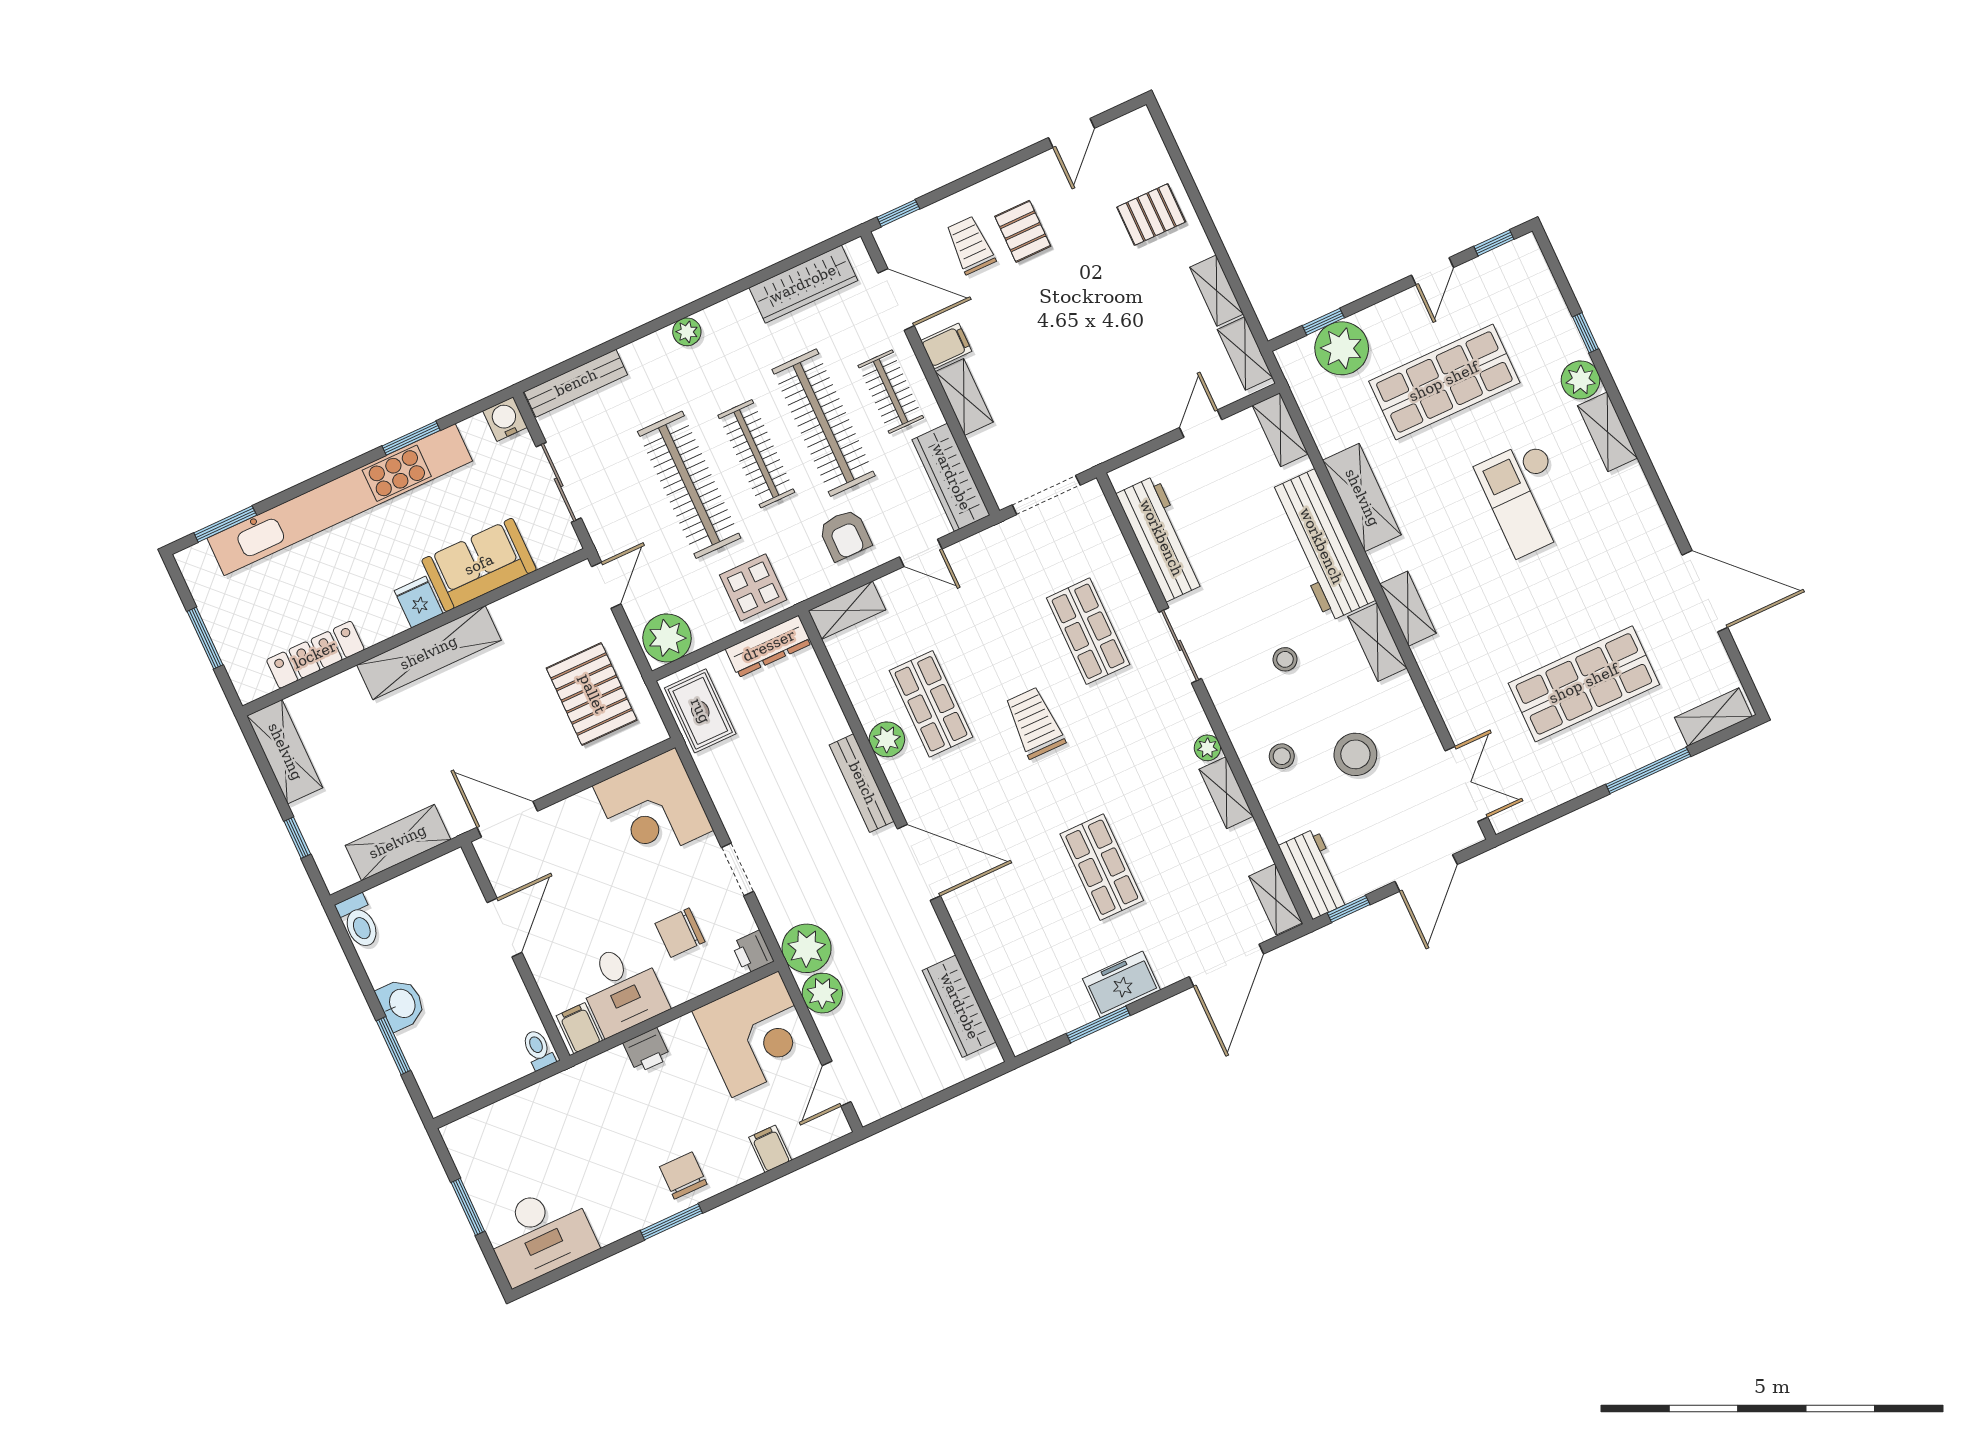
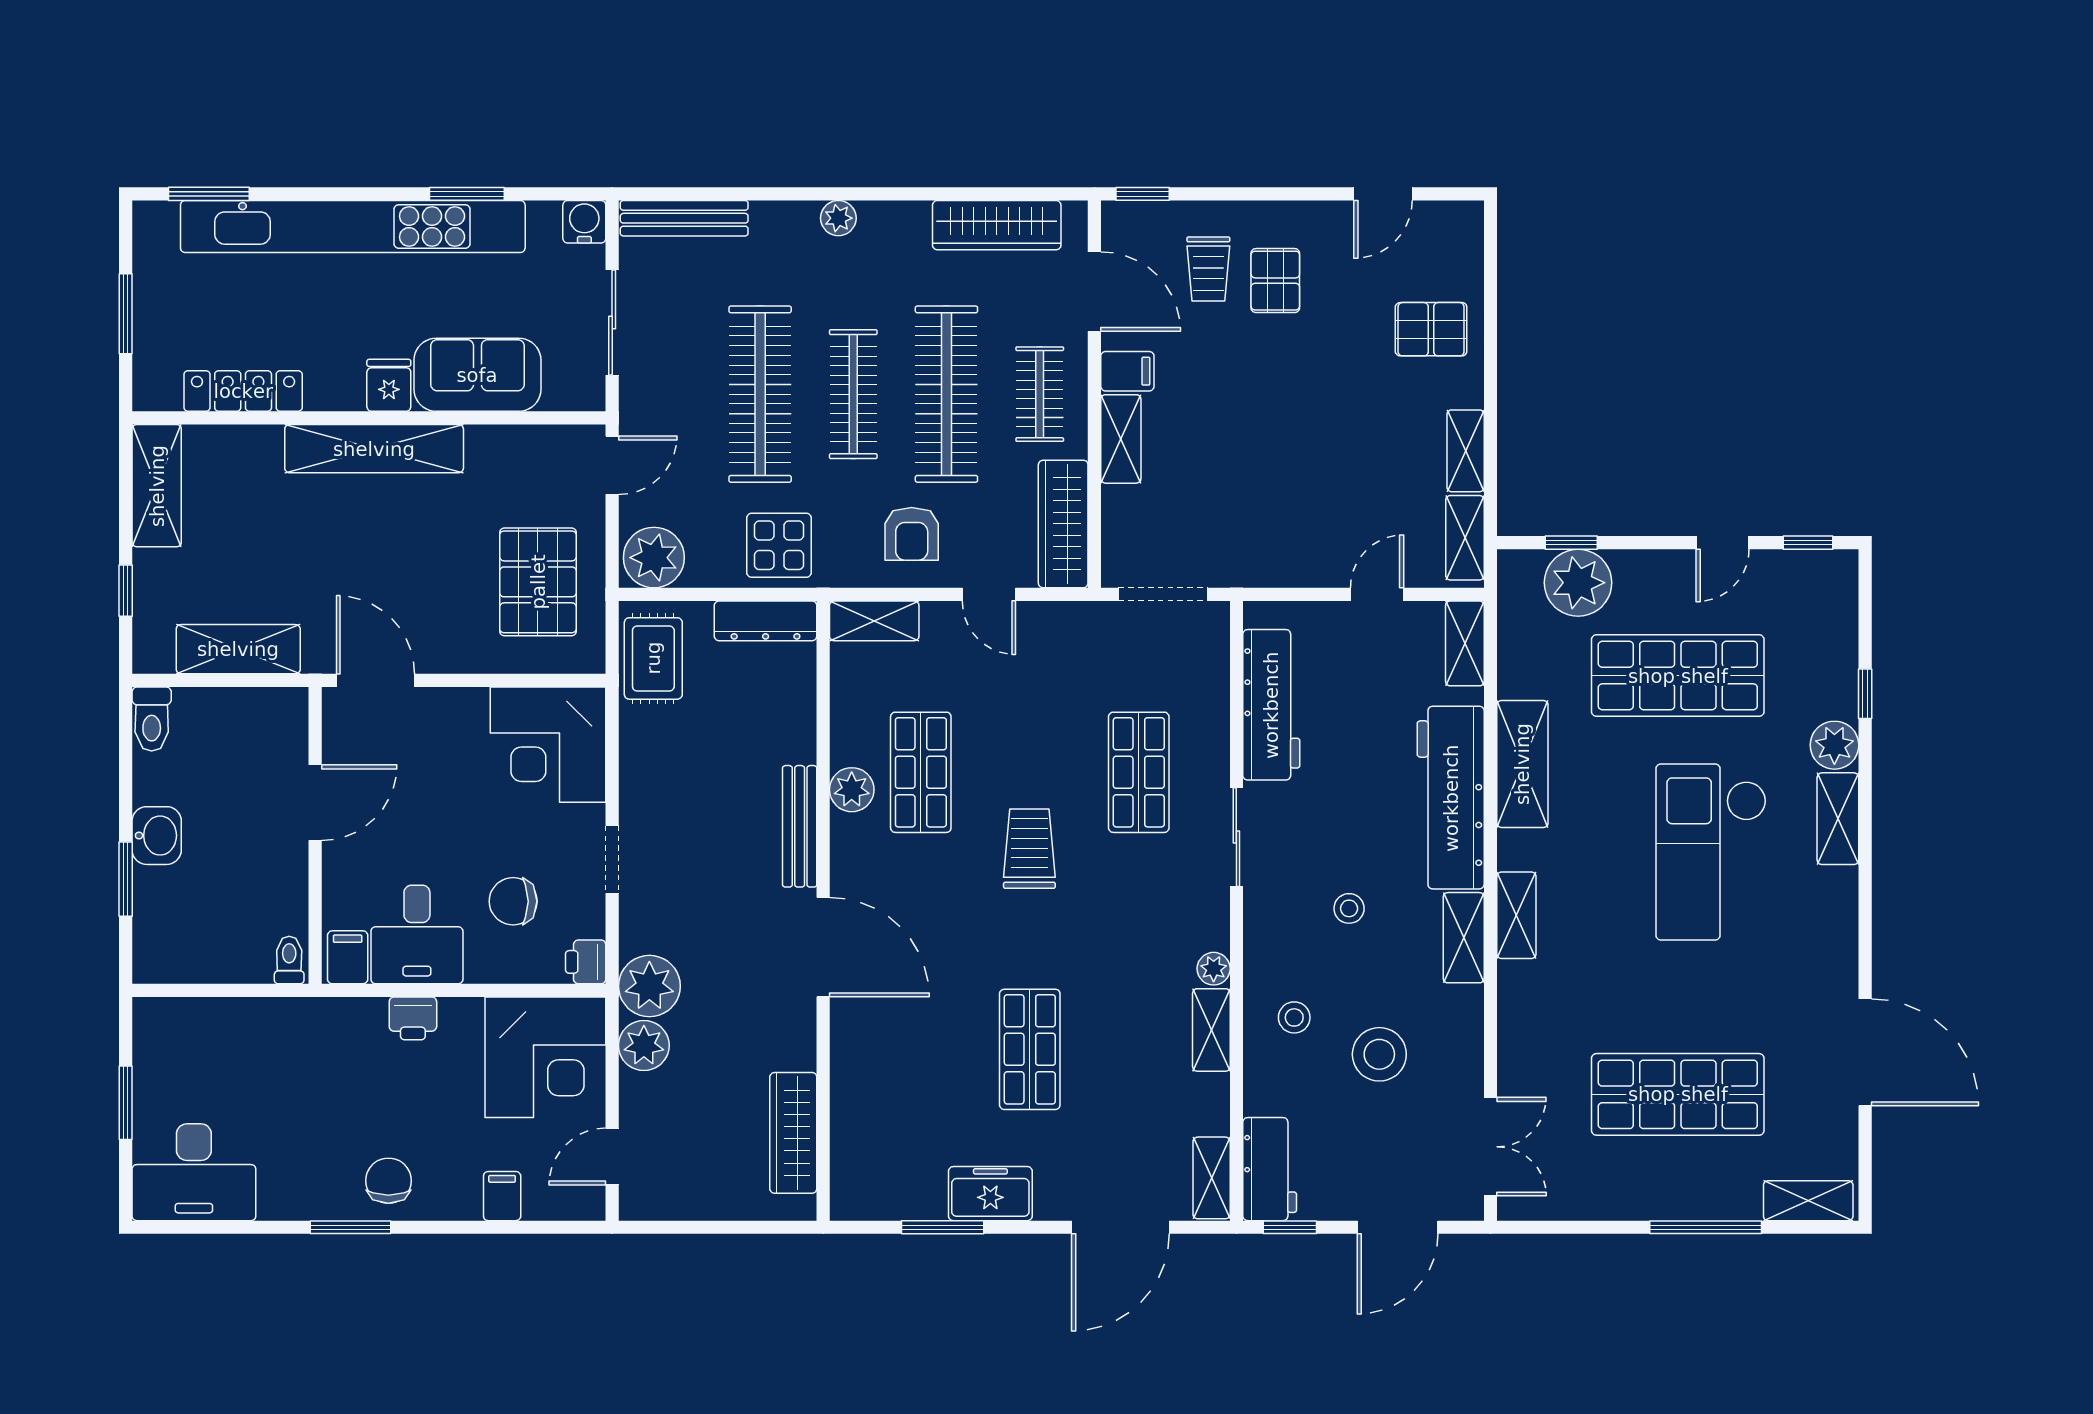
trolley: (971, 245) -> (1208, 269), turned 180
checkout: (1527, 498) -> (1711, 852), width x1.36, depth x1.21

